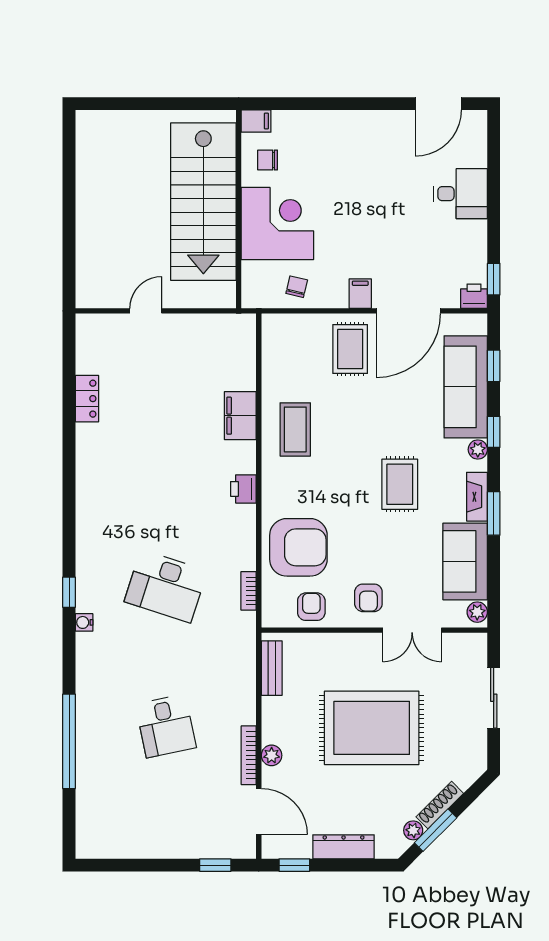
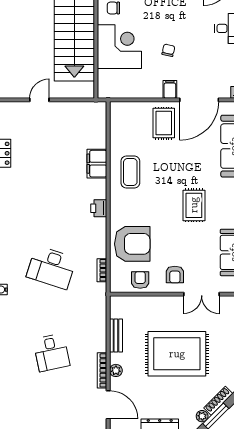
chair: (297, 287) -> (168, 50), moved
bench: (272, 668) -> (116, 336), moved

